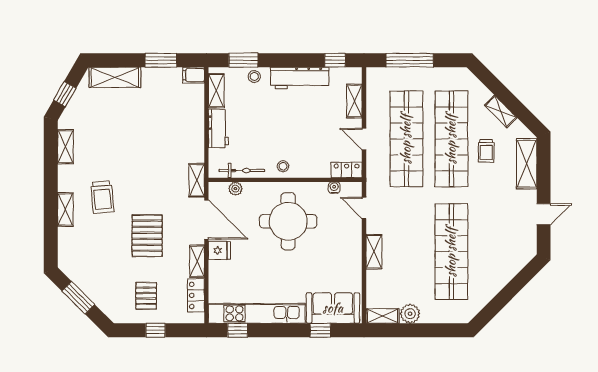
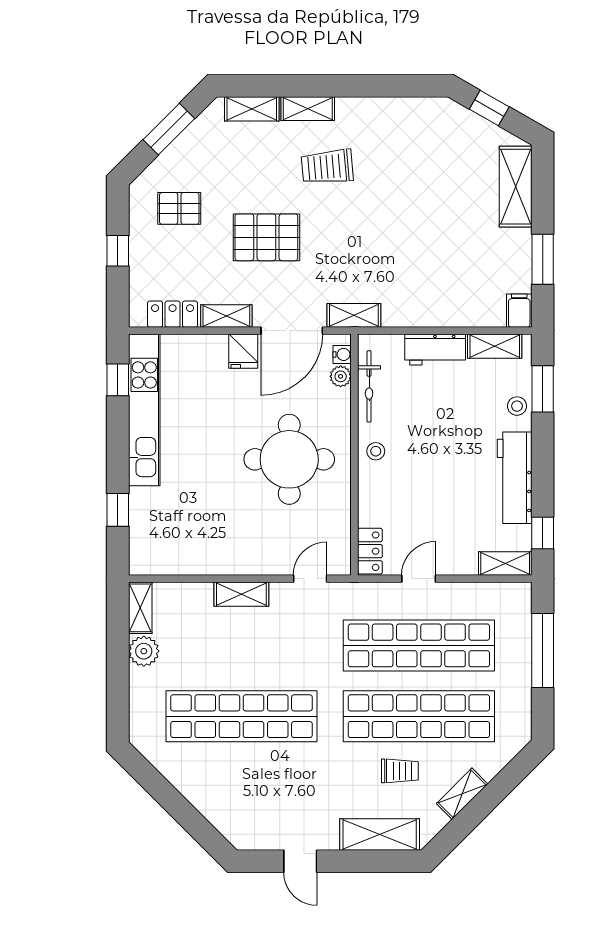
shelving: (354, 101) -> (505, 564), moved
shelving: (65, 147) -> (252, 109), moved
trolley: (486, 151) -> (400, 771), turned 180
water cooler: (334, 188) -> (342, 354), moved
pallet: (146, 296) -> (179, 208), moved
sofa: (333, 308) -> (153, 530), removed

